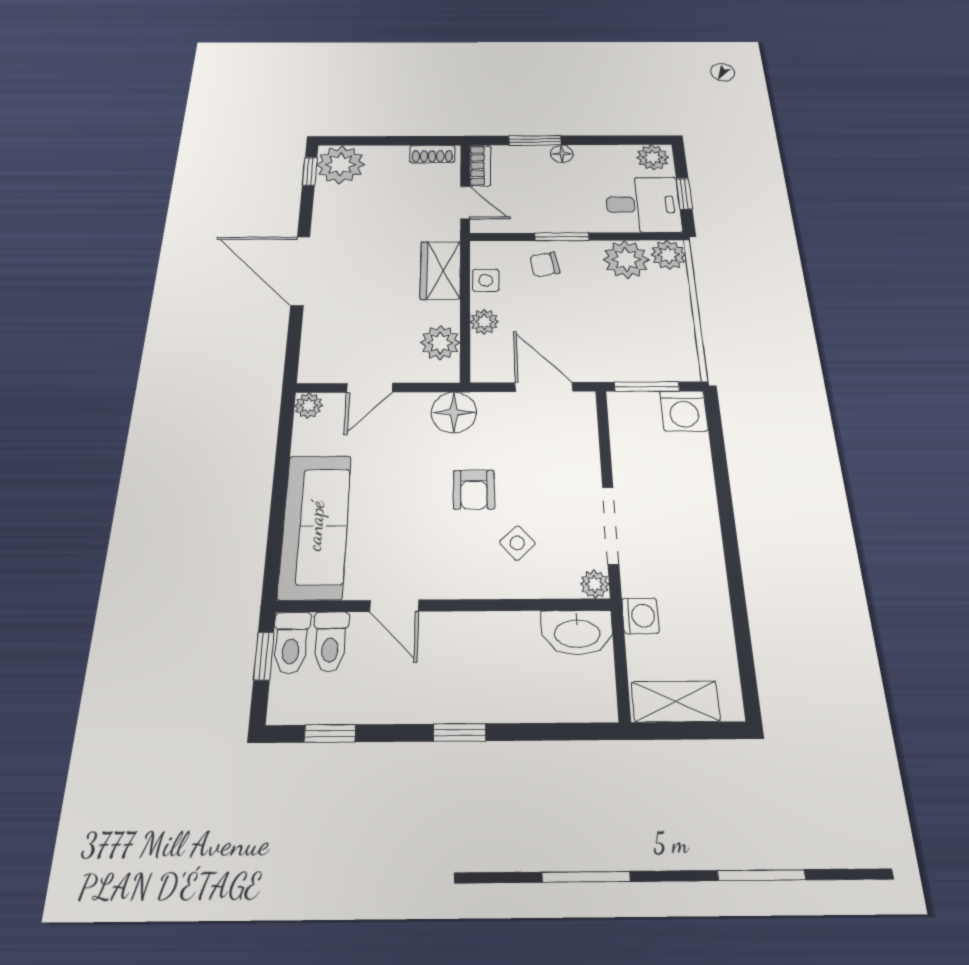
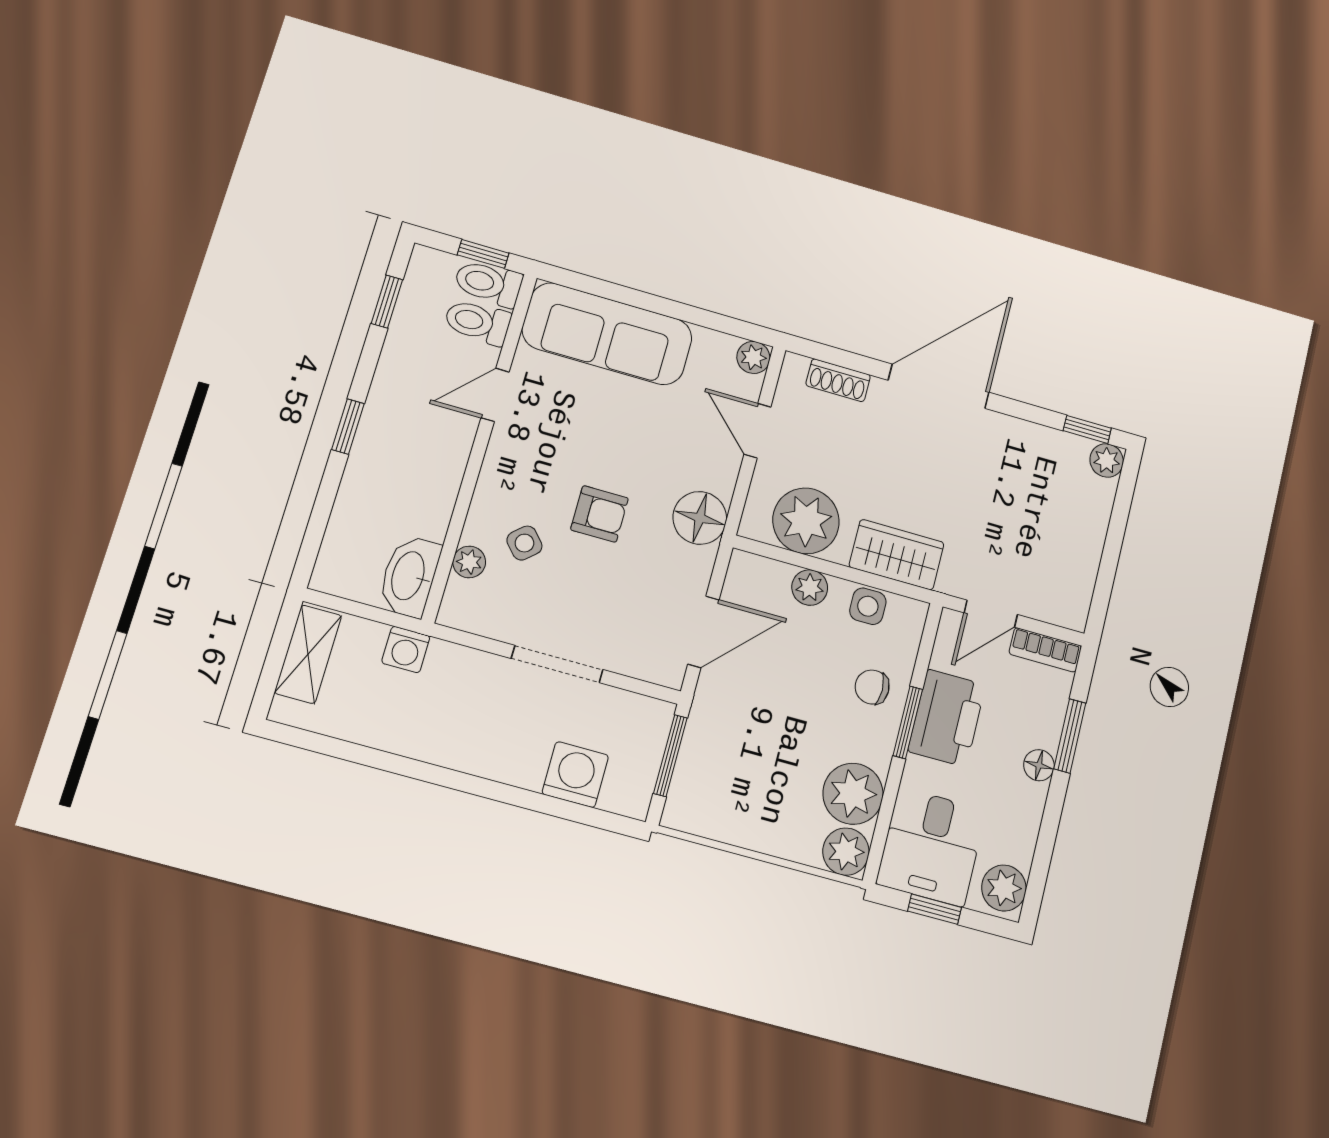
shoe rack: (432, 154) -> (838, 380), moved, turned -90
plant: (341, 165) -> (1107, 460), width x0.53, depth x0.53
printer: (550, 214) -> (947, 718), added
chair: (545, 264) -> (872, 687), turned -80
plant: (440, 343) -> (806, 521), width x1.36, depth x1.36
washing machine: (684, 411) -> (575, 774), moved, turned 90
armchair: (474, 490) -> (599, 514), turned 180
doorway: (611, 525) -> (557, 664), moved
plant: (595, 584) -> (469, 562), moved

